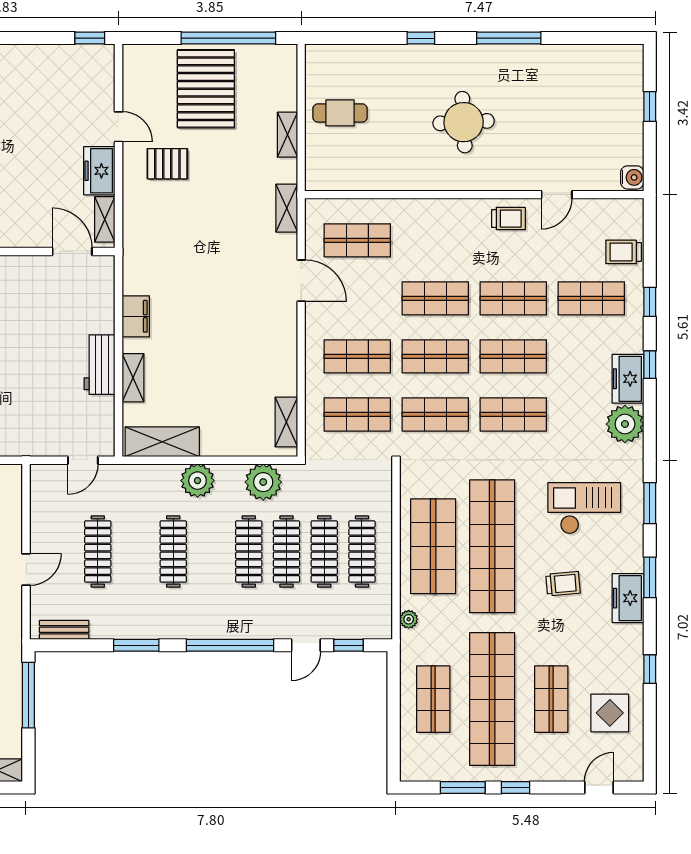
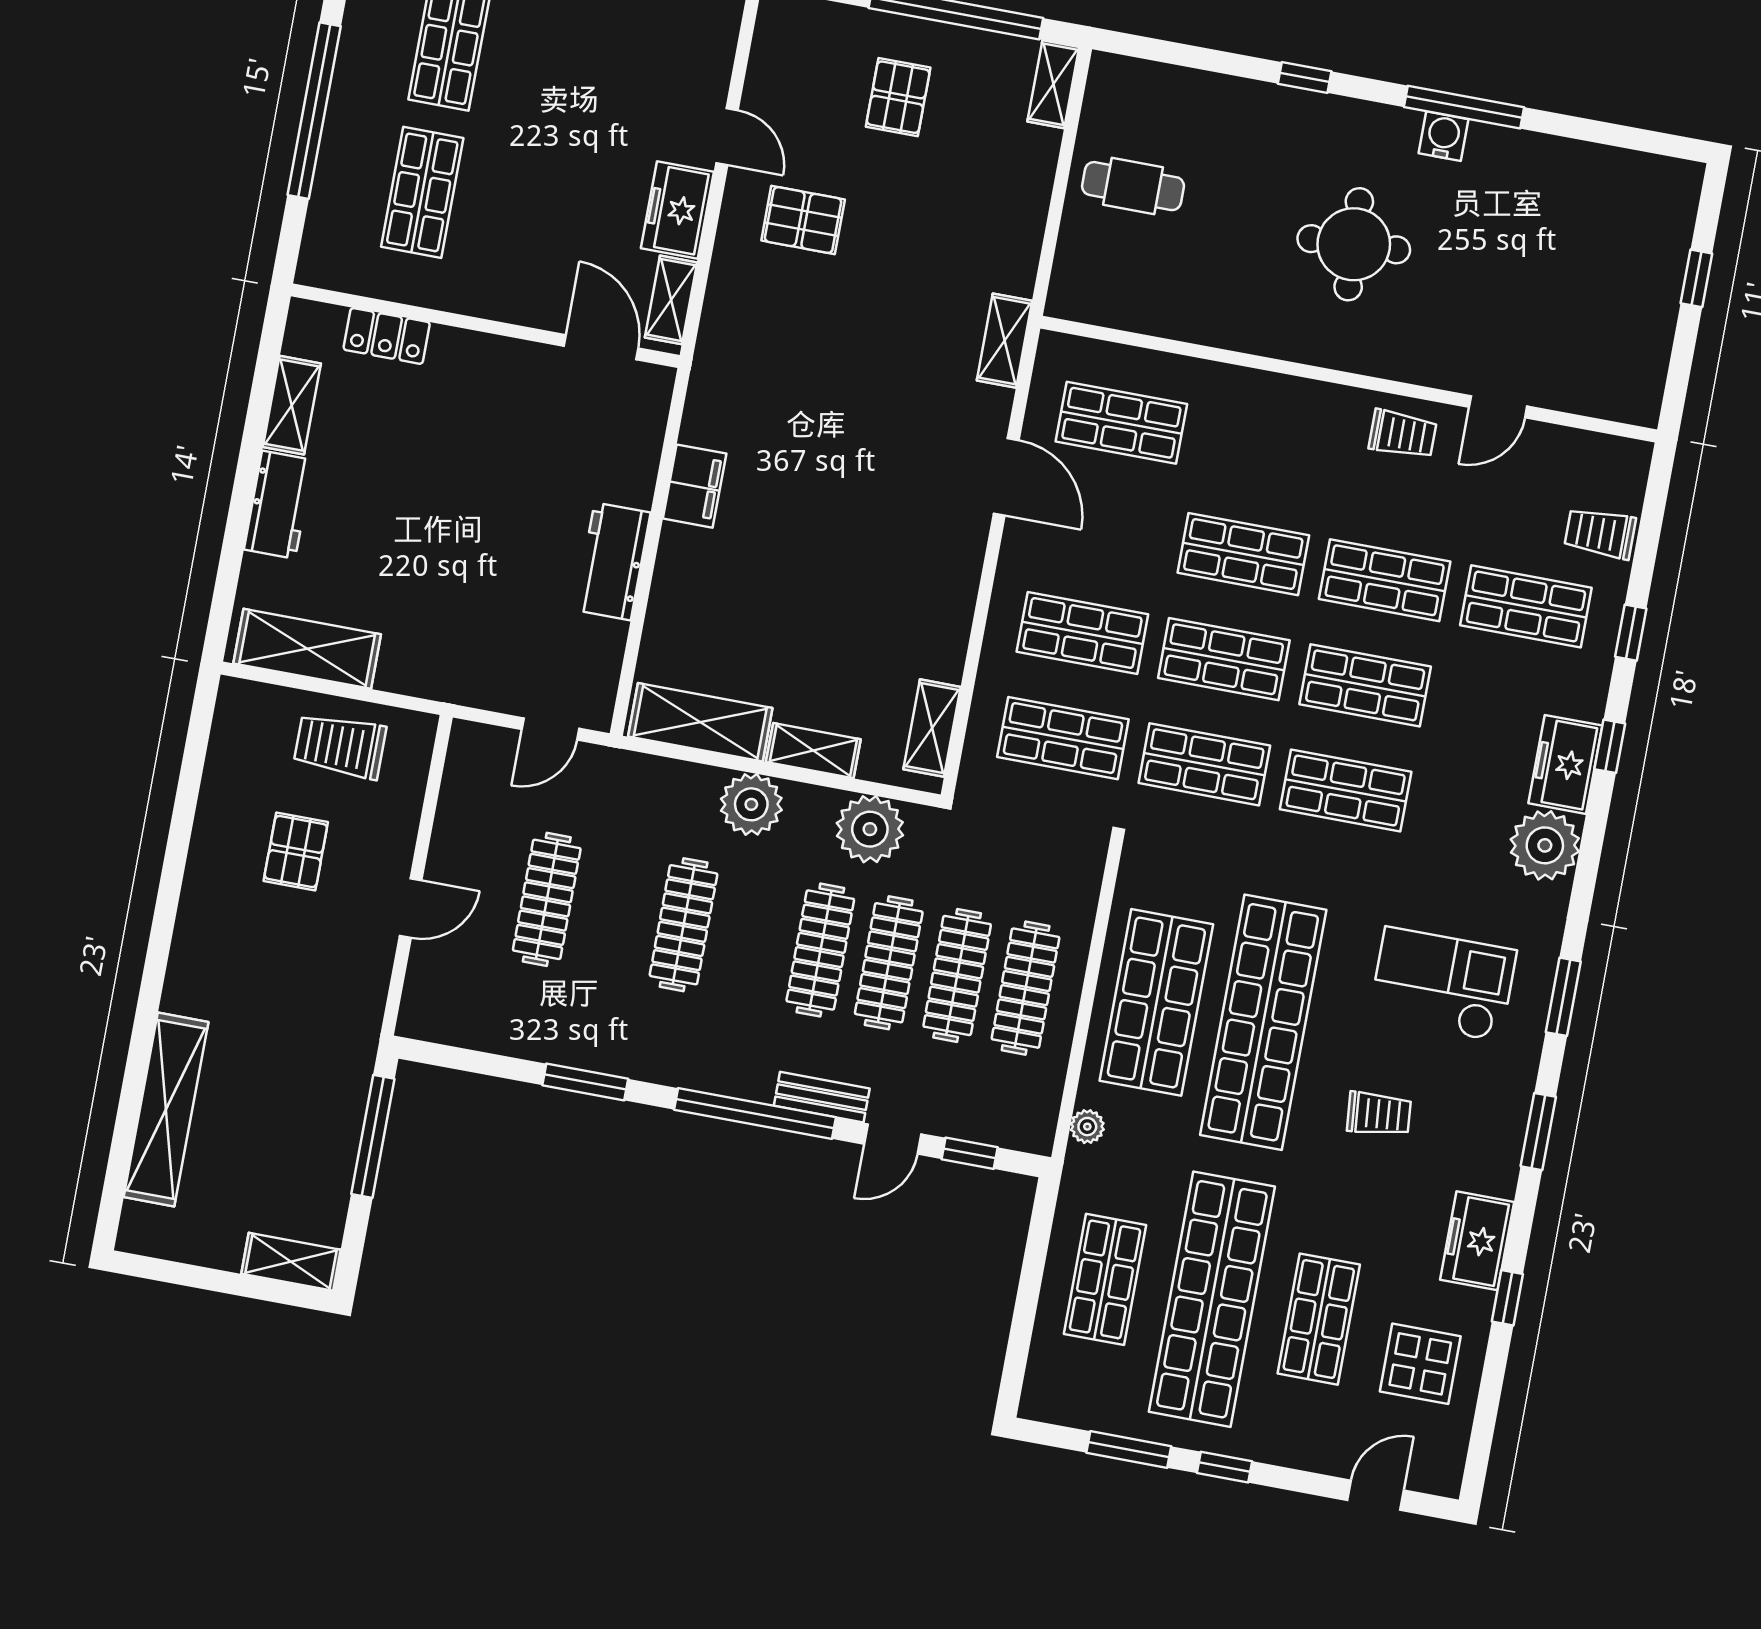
pallet: (206, 89) -> (898, 97), width x0.49, depth x0.50
shelving: (287, 135) -> (1053, 84), moved
water cooler: (632, 177) -> (1444, 136), moved, turned -90
shelving: (133, 378) -> (813, 751), moved, turned 90
freezer: (628, 598) -> (1477, 1241), moved
bench: (64, 630) -> (822, 1097), moved

